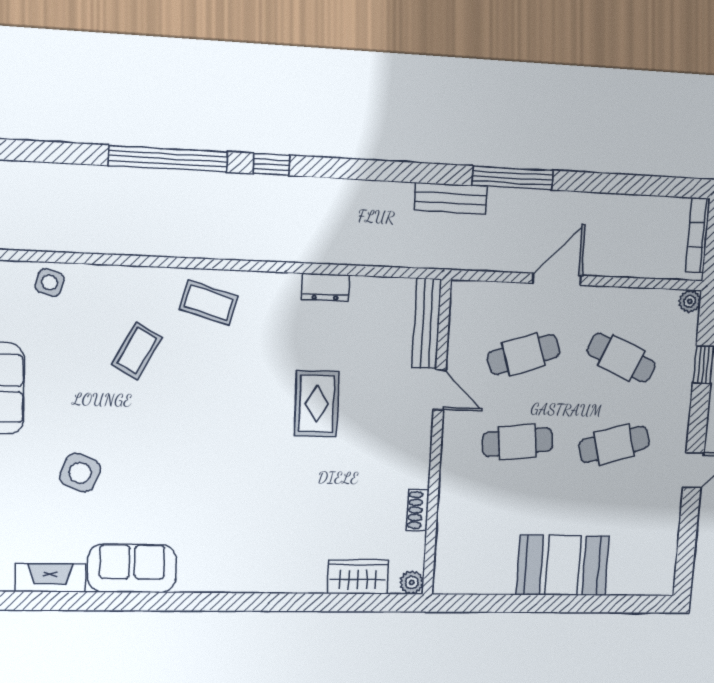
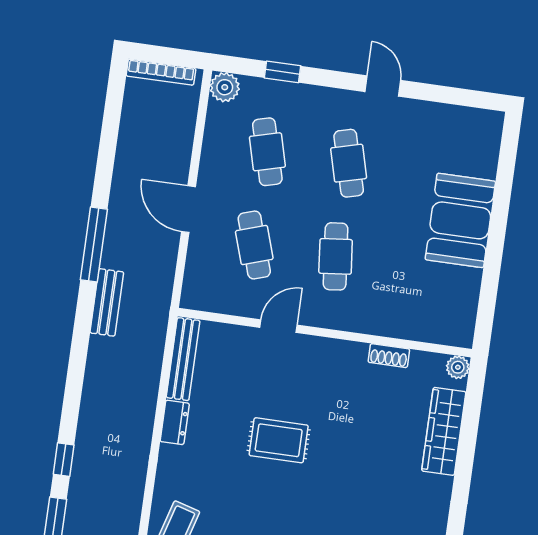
plant: (690, 301) -> (225, 87), width x1.38, depth x1.38
bench: (427, 323) -> (183, 359), moved, turned 90
cafe table: (621, 358) -> (267, 152), turned -39
wardrobe: (358, 577) -> (444, 431), width x1.50

